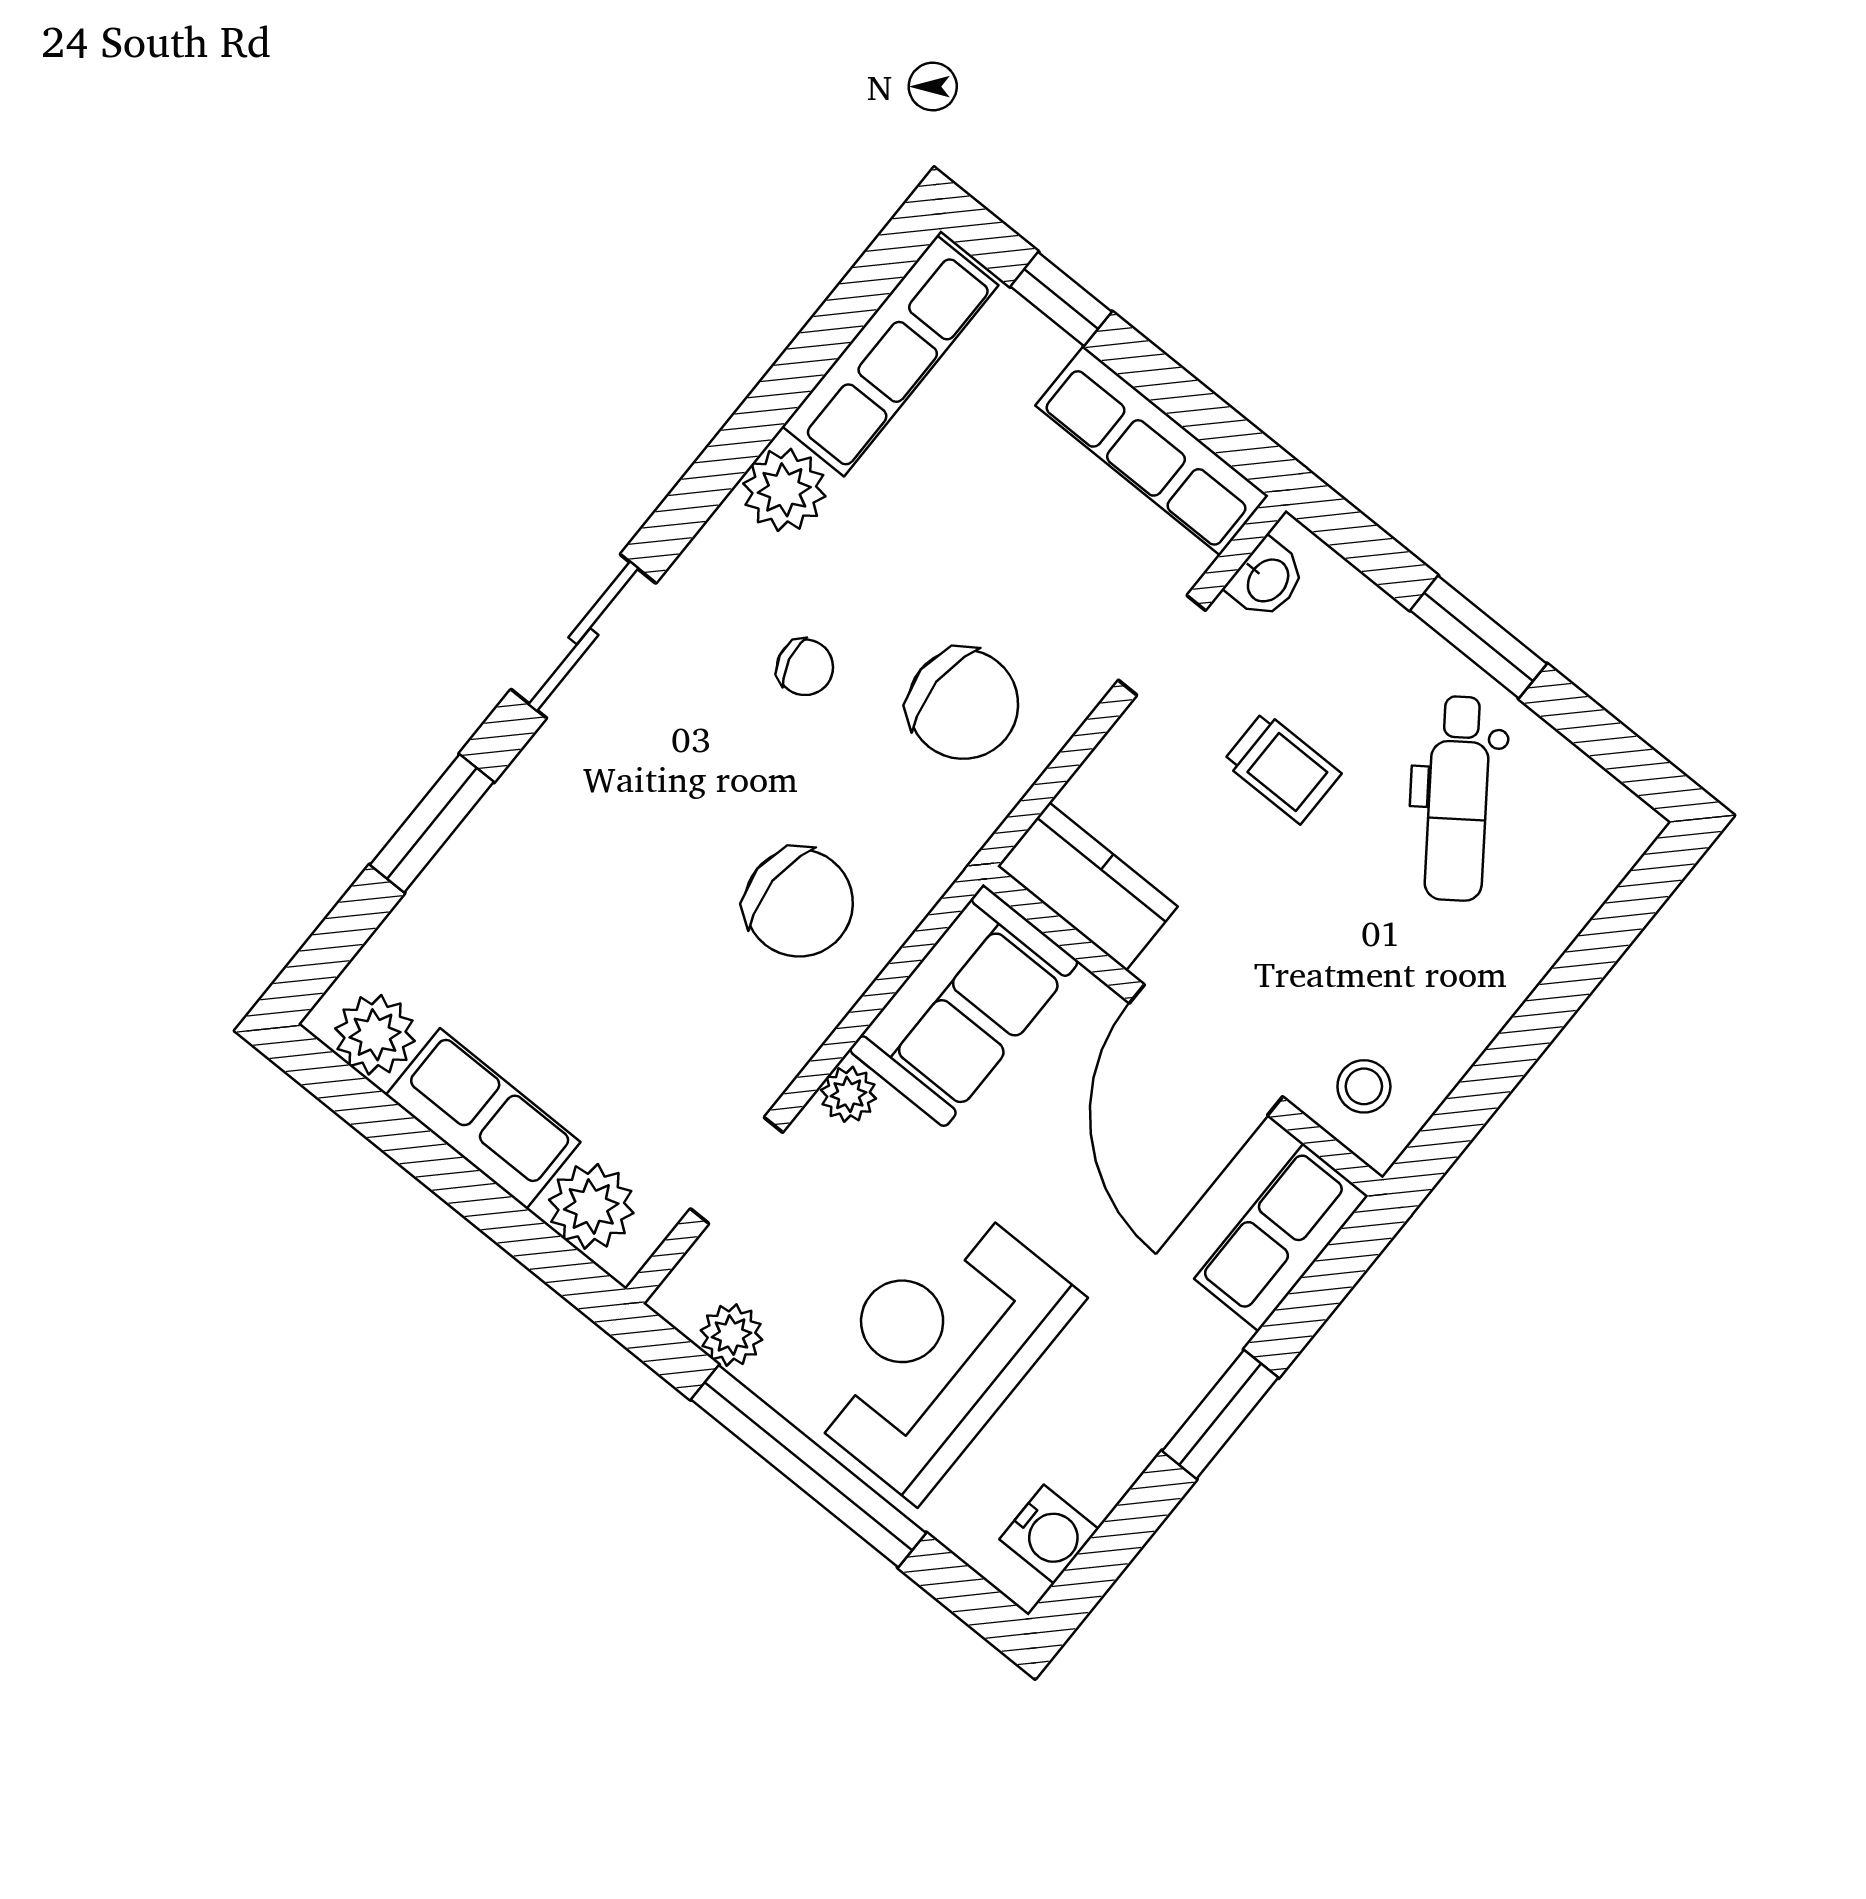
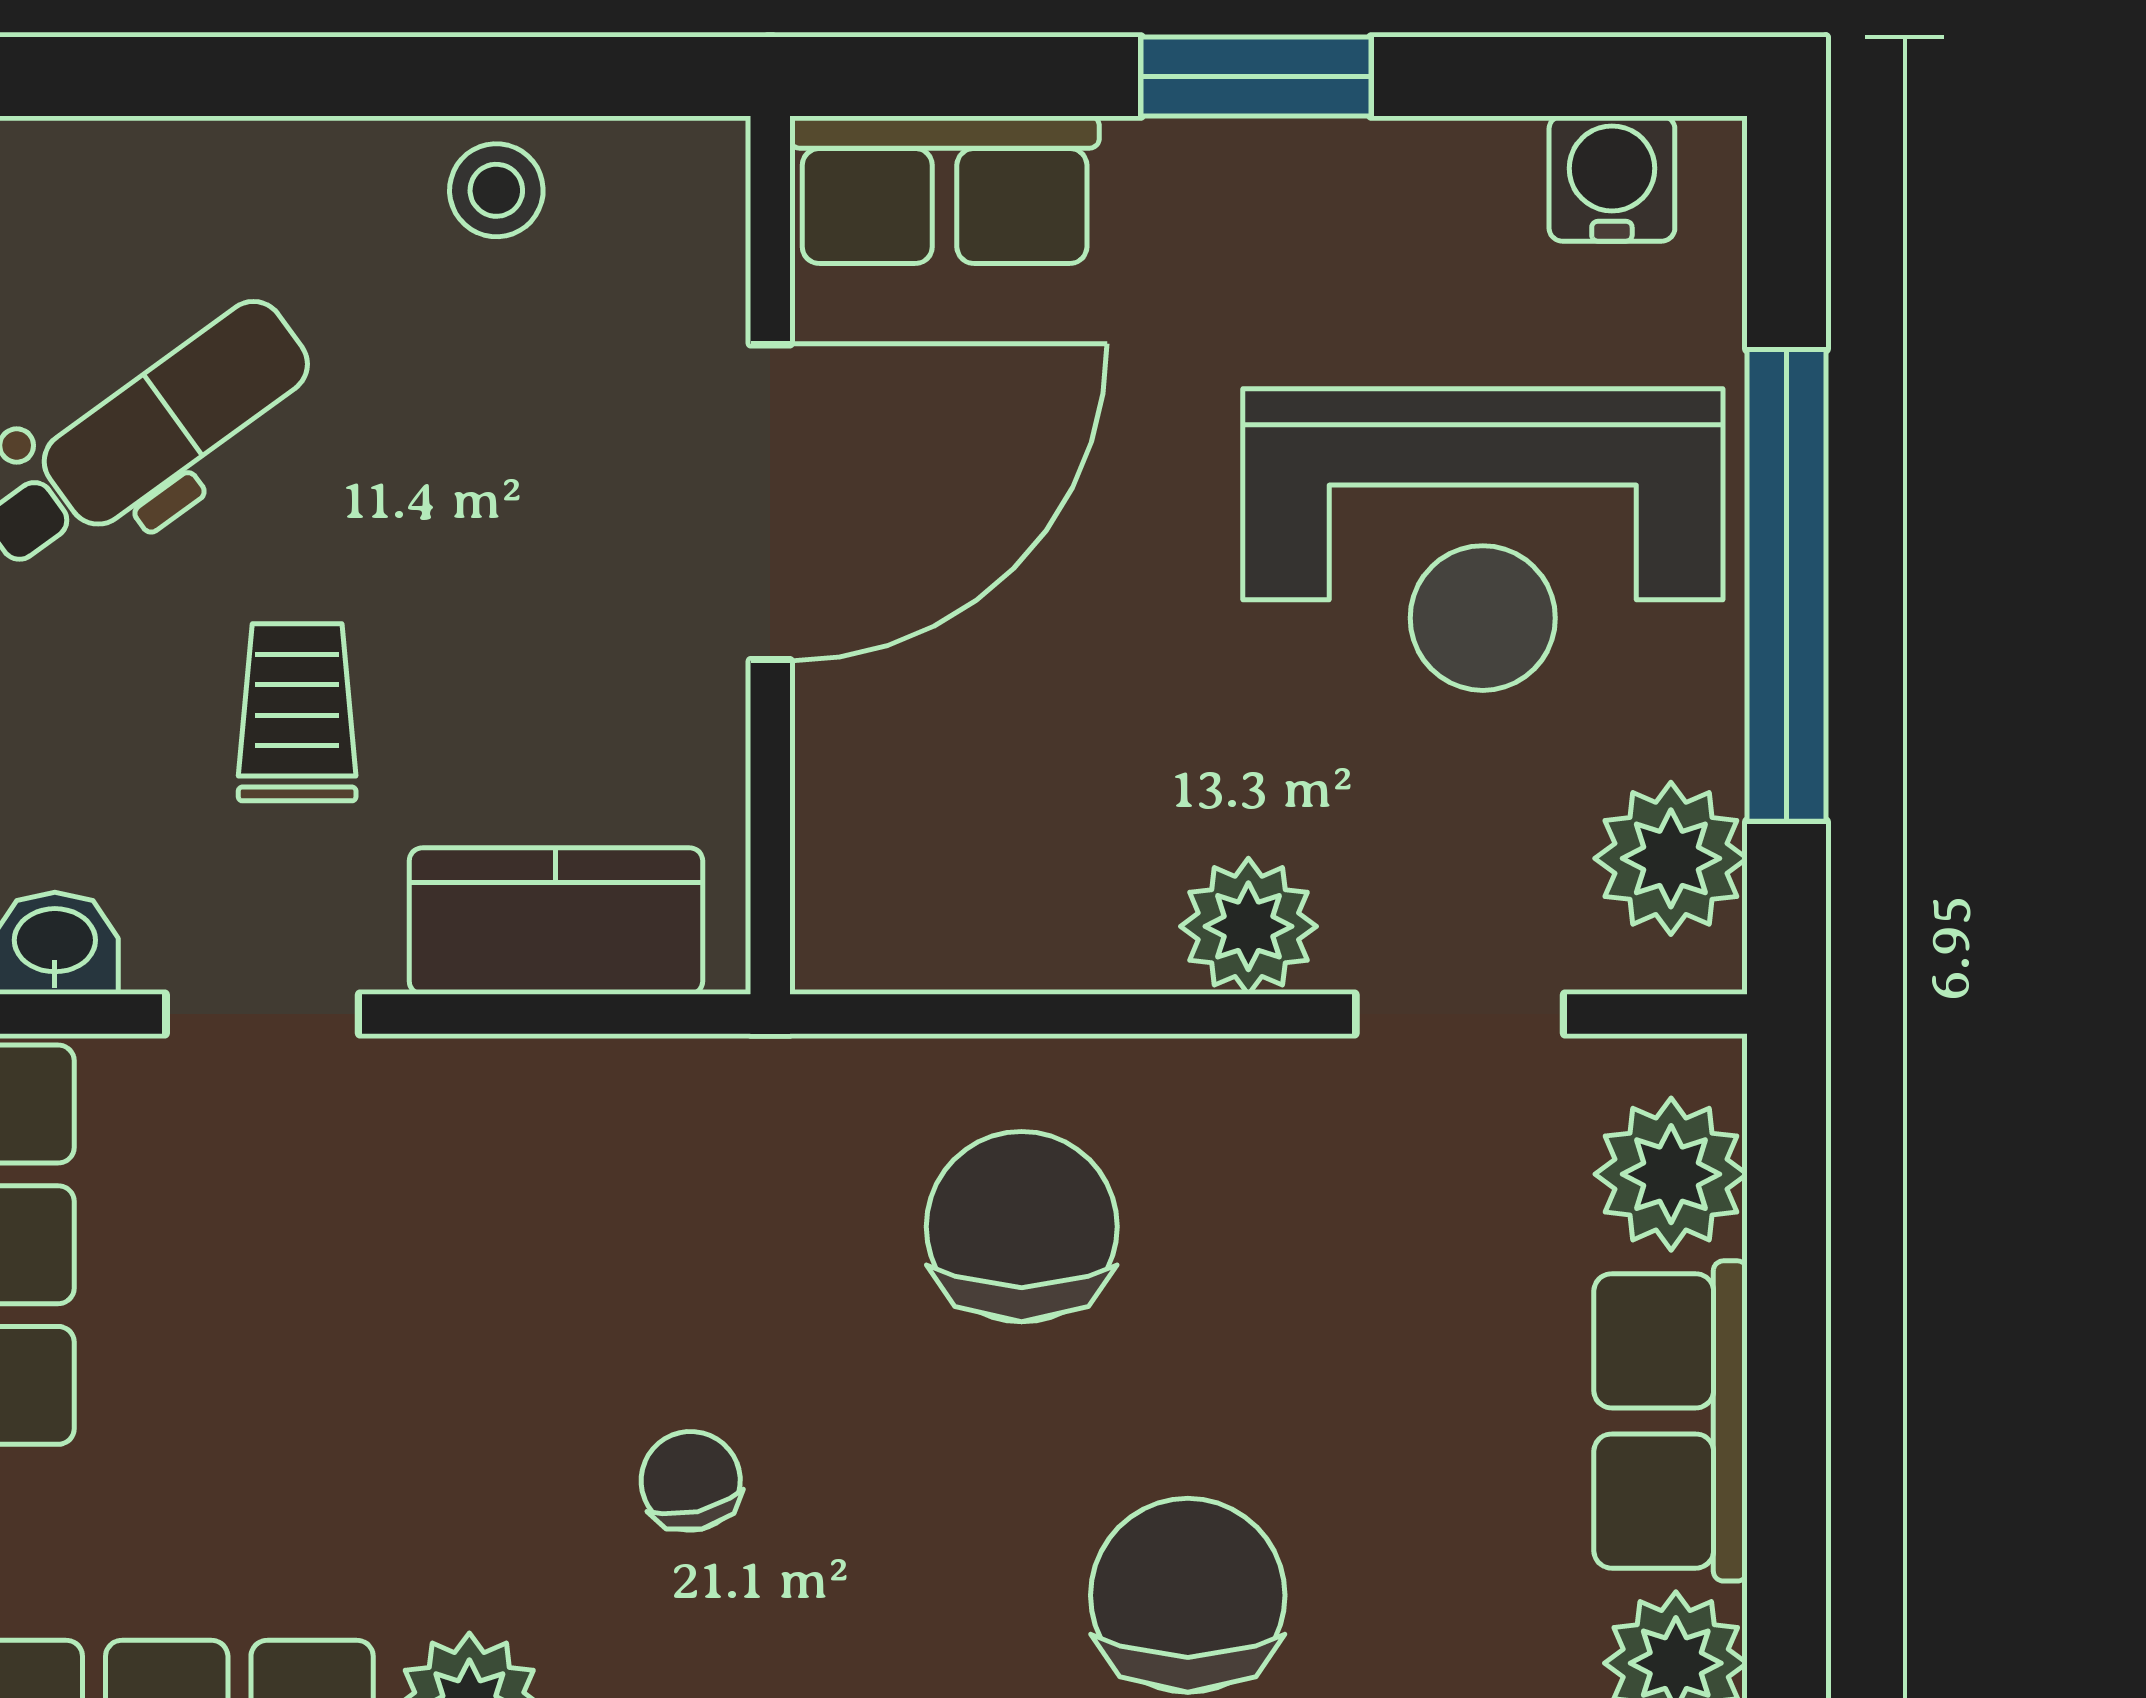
chair: (963, 704) -> (1188, 1595), moved
kitchen counter: (1087, 886) -> (556, 921), moved, turned 90
sofa: (964, 1006) -> (980, 885), removed
stool: (1364, 1086) -> (496, 190), moved
plant: (849, 1094) -> (1248, 926), width x1.38, depth x1.38
plant: (731, 1335) -> (1671, 858), width x1.38, depth x1.38

